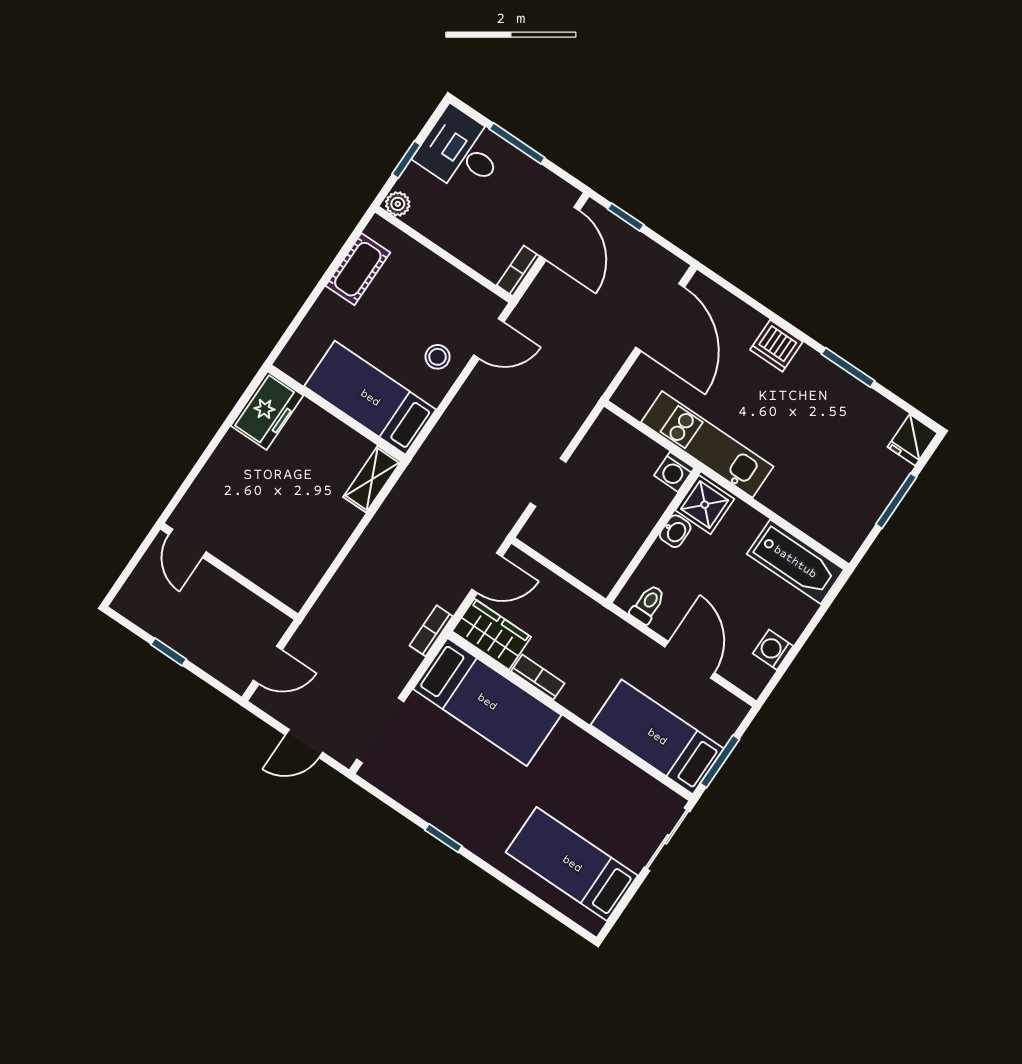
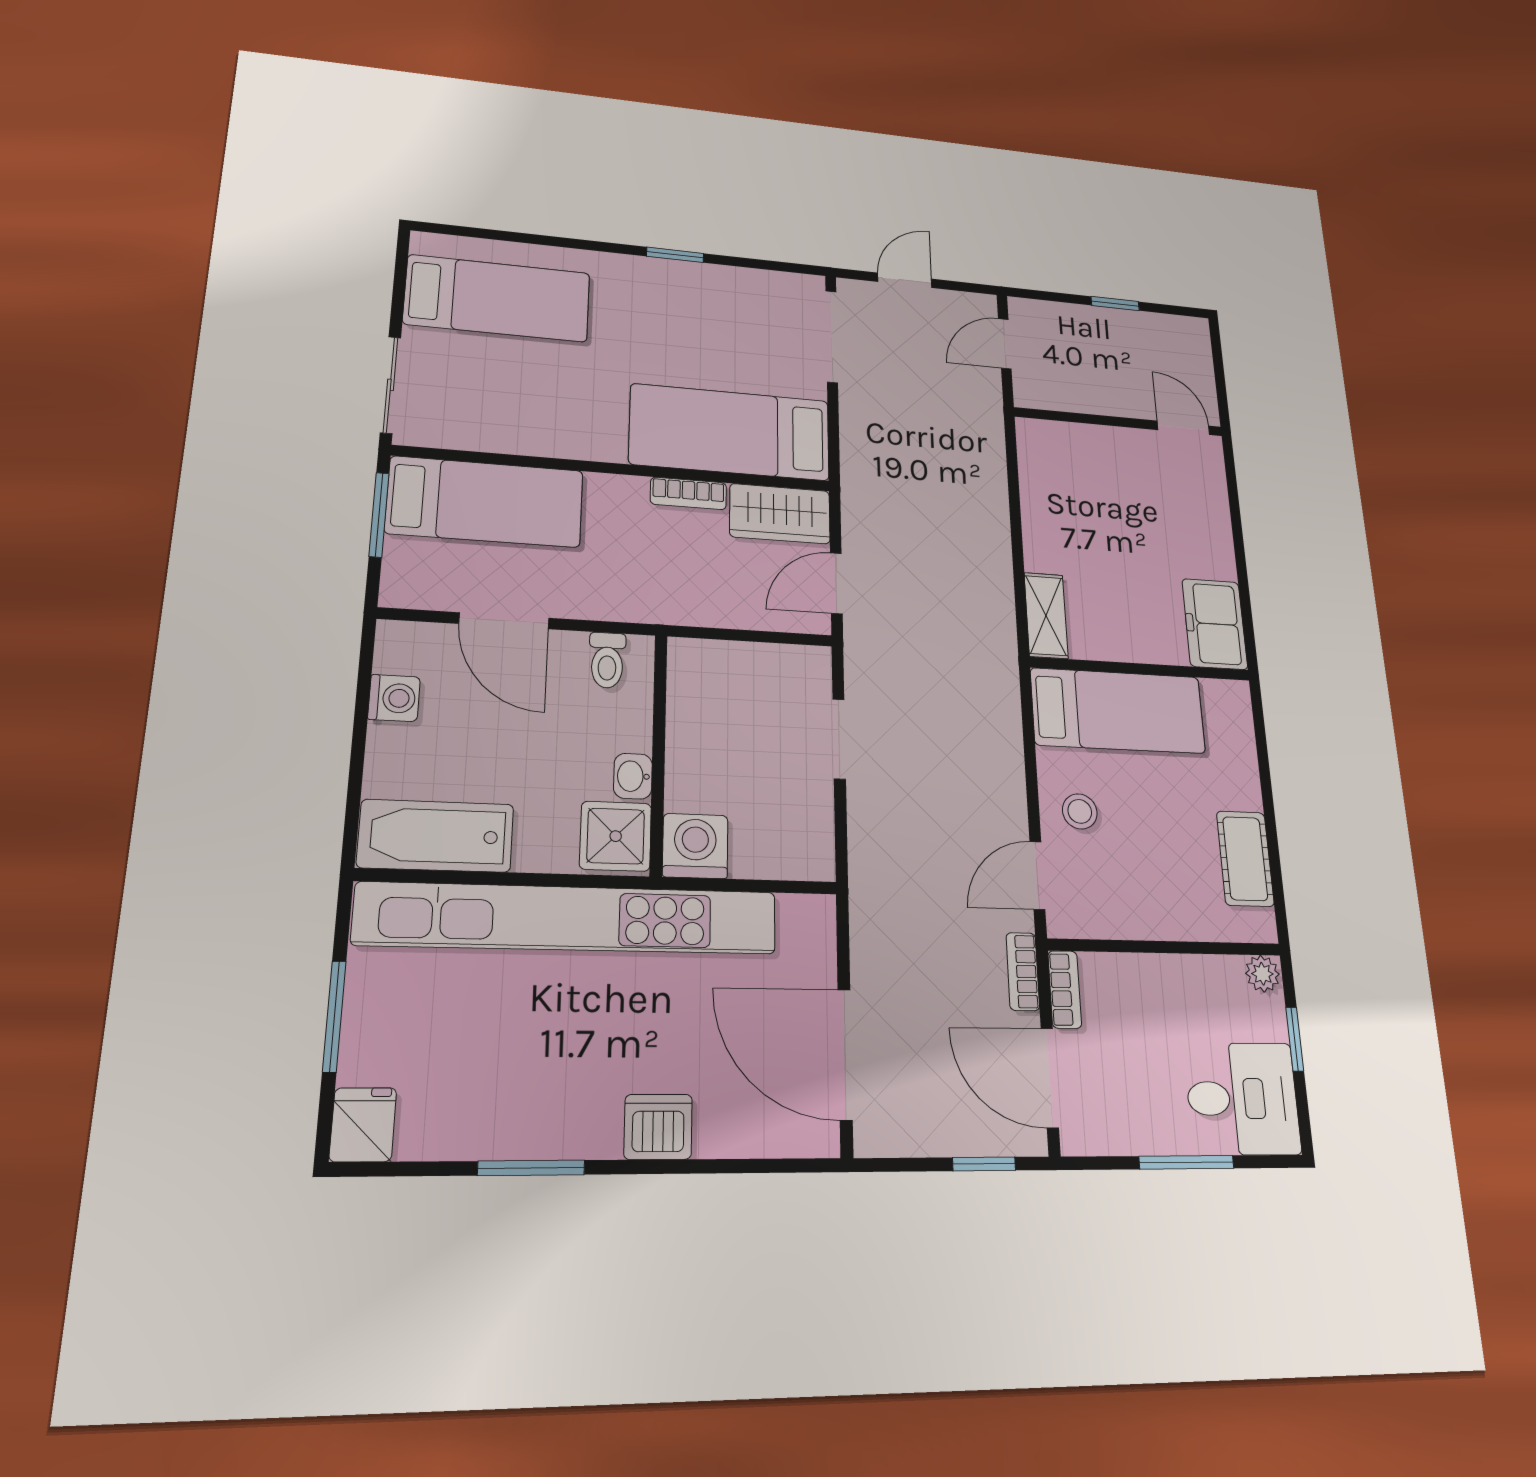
kitchen unit: (707, 444) -> (569, 918), width x1.86
washing machine: (674, 472) -> (695, 846), width x1.38, depth x1.38
bookcase: (431, 631) -> (1023, 971), moved, turned 180

